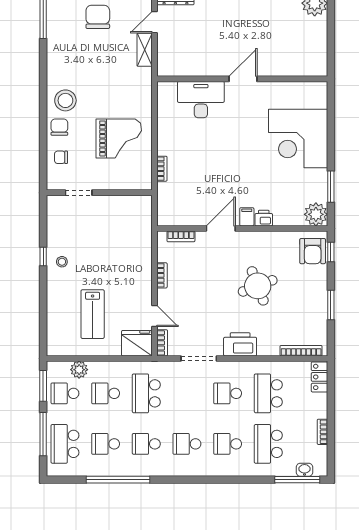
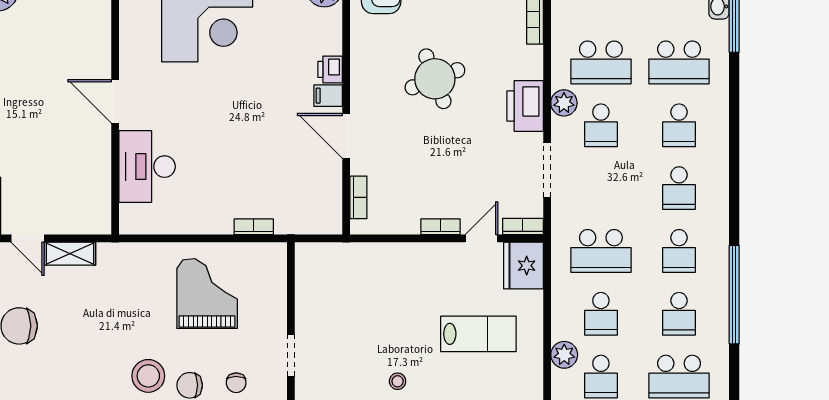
bookcase: (162, 275) -> (440, 227), moved
plant: (242, 369) -> (564, 103), added

